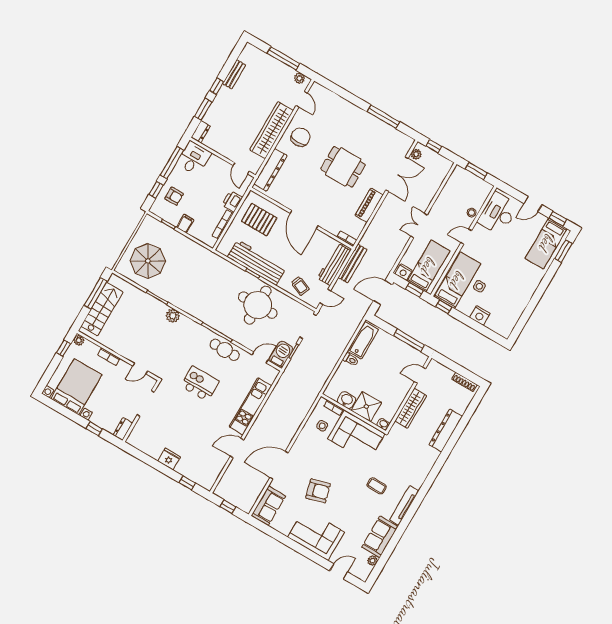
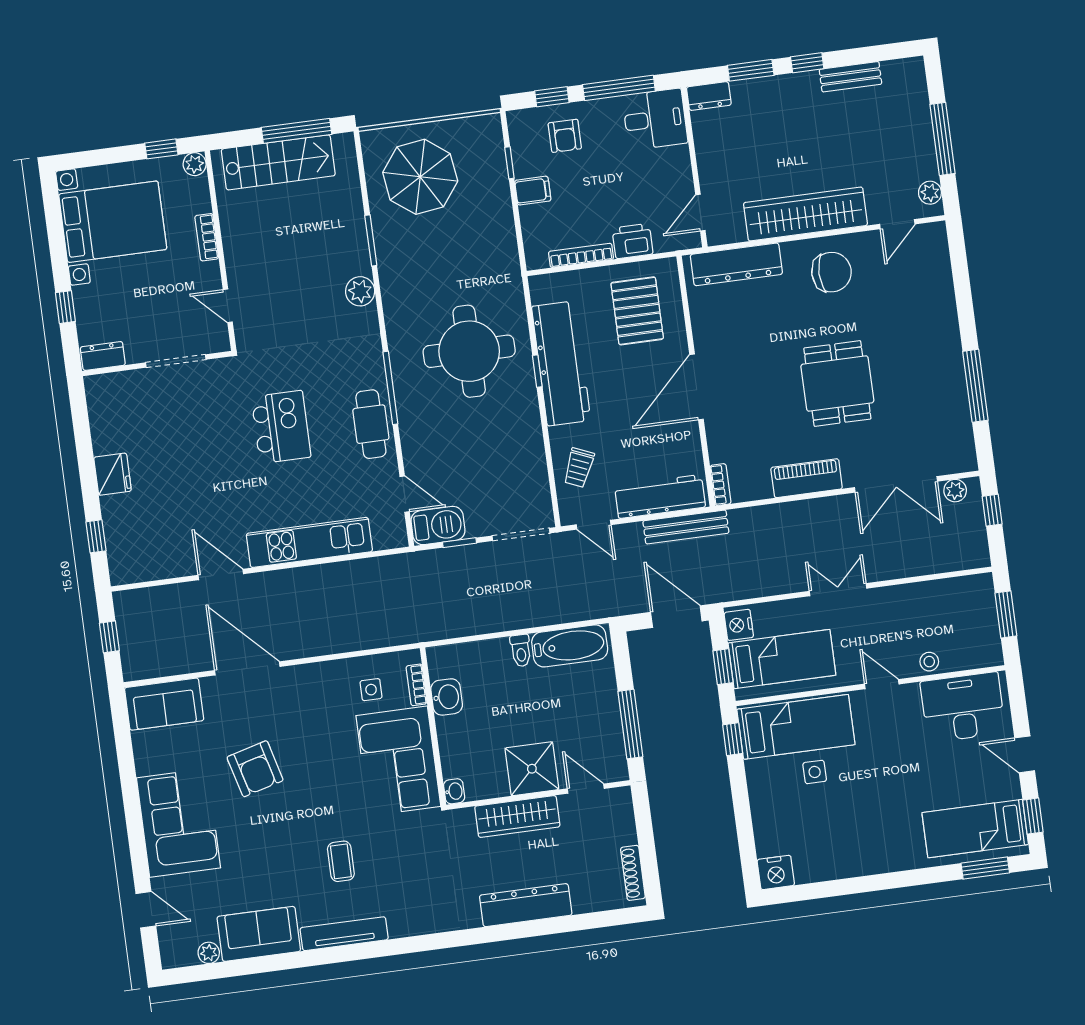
round table: (258, 305) -> (469, 351), moved
nightstand: (480, 315) -> (776, 872), moved, turned -90
shower: (366, 407) -> (532, 769), moved

